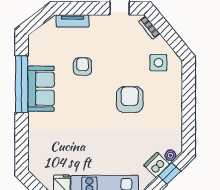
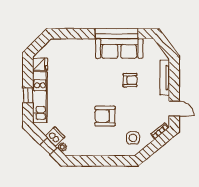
tv unit: (73, 21) -> (165, 78), width x1.41
sofa: (41, 89) -> (119, 48), width x1.36
armchair: (130, 99) -> (105, 116), turned 180

